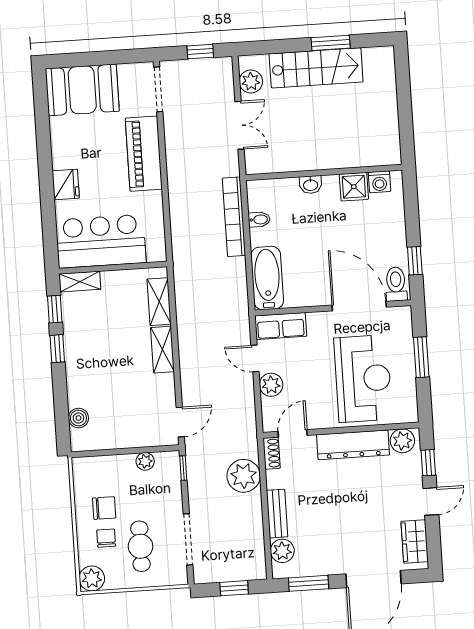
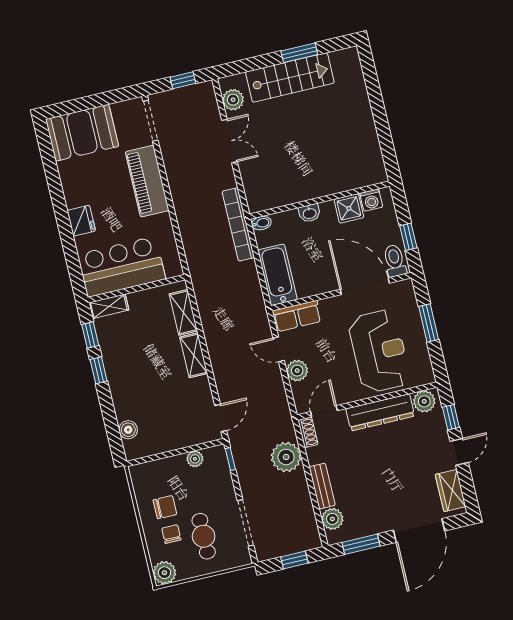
wall: (324, 172) -> (320, 200), moved
washing machine: (379, 182) -> (371, 200), moved
washbasin: (311, 185) -> (309, 213), moved
shower: (354, 187) -> (349, 208), moved

